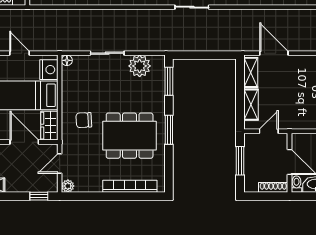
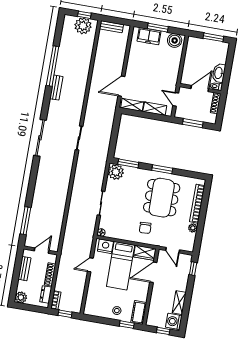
plant: (140, 66) -> (116, 172), moved
plant: (68, 186) -> (193, 228), moved

